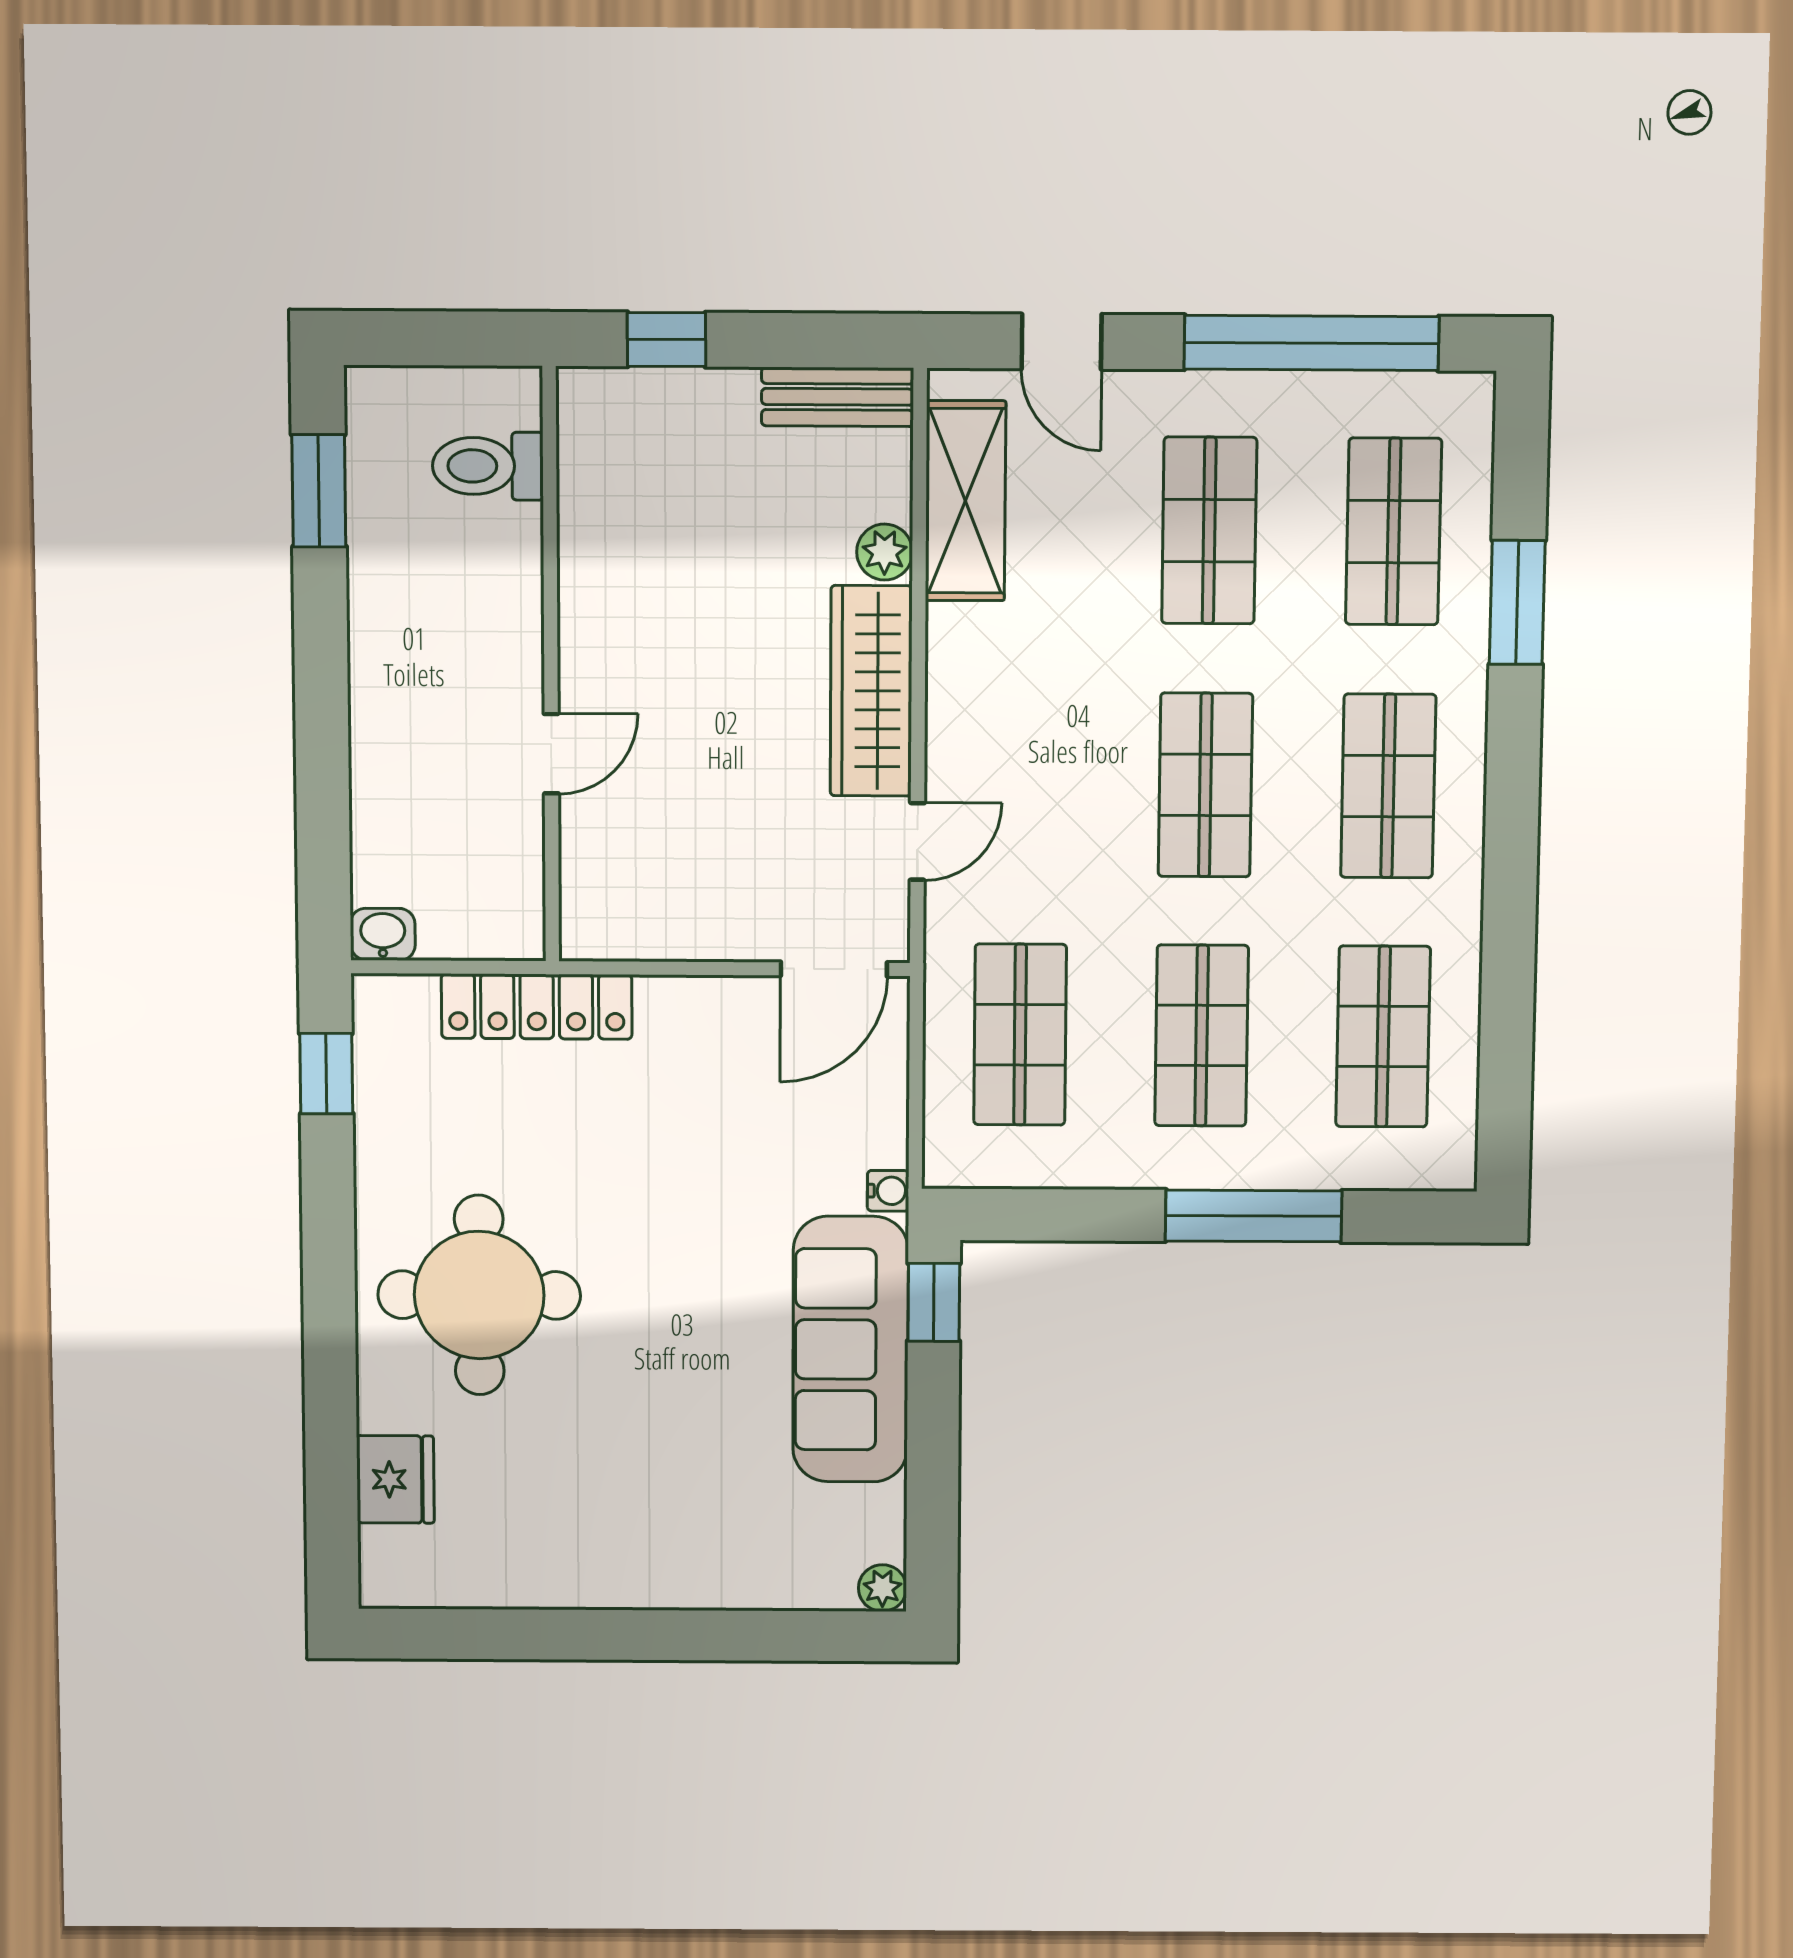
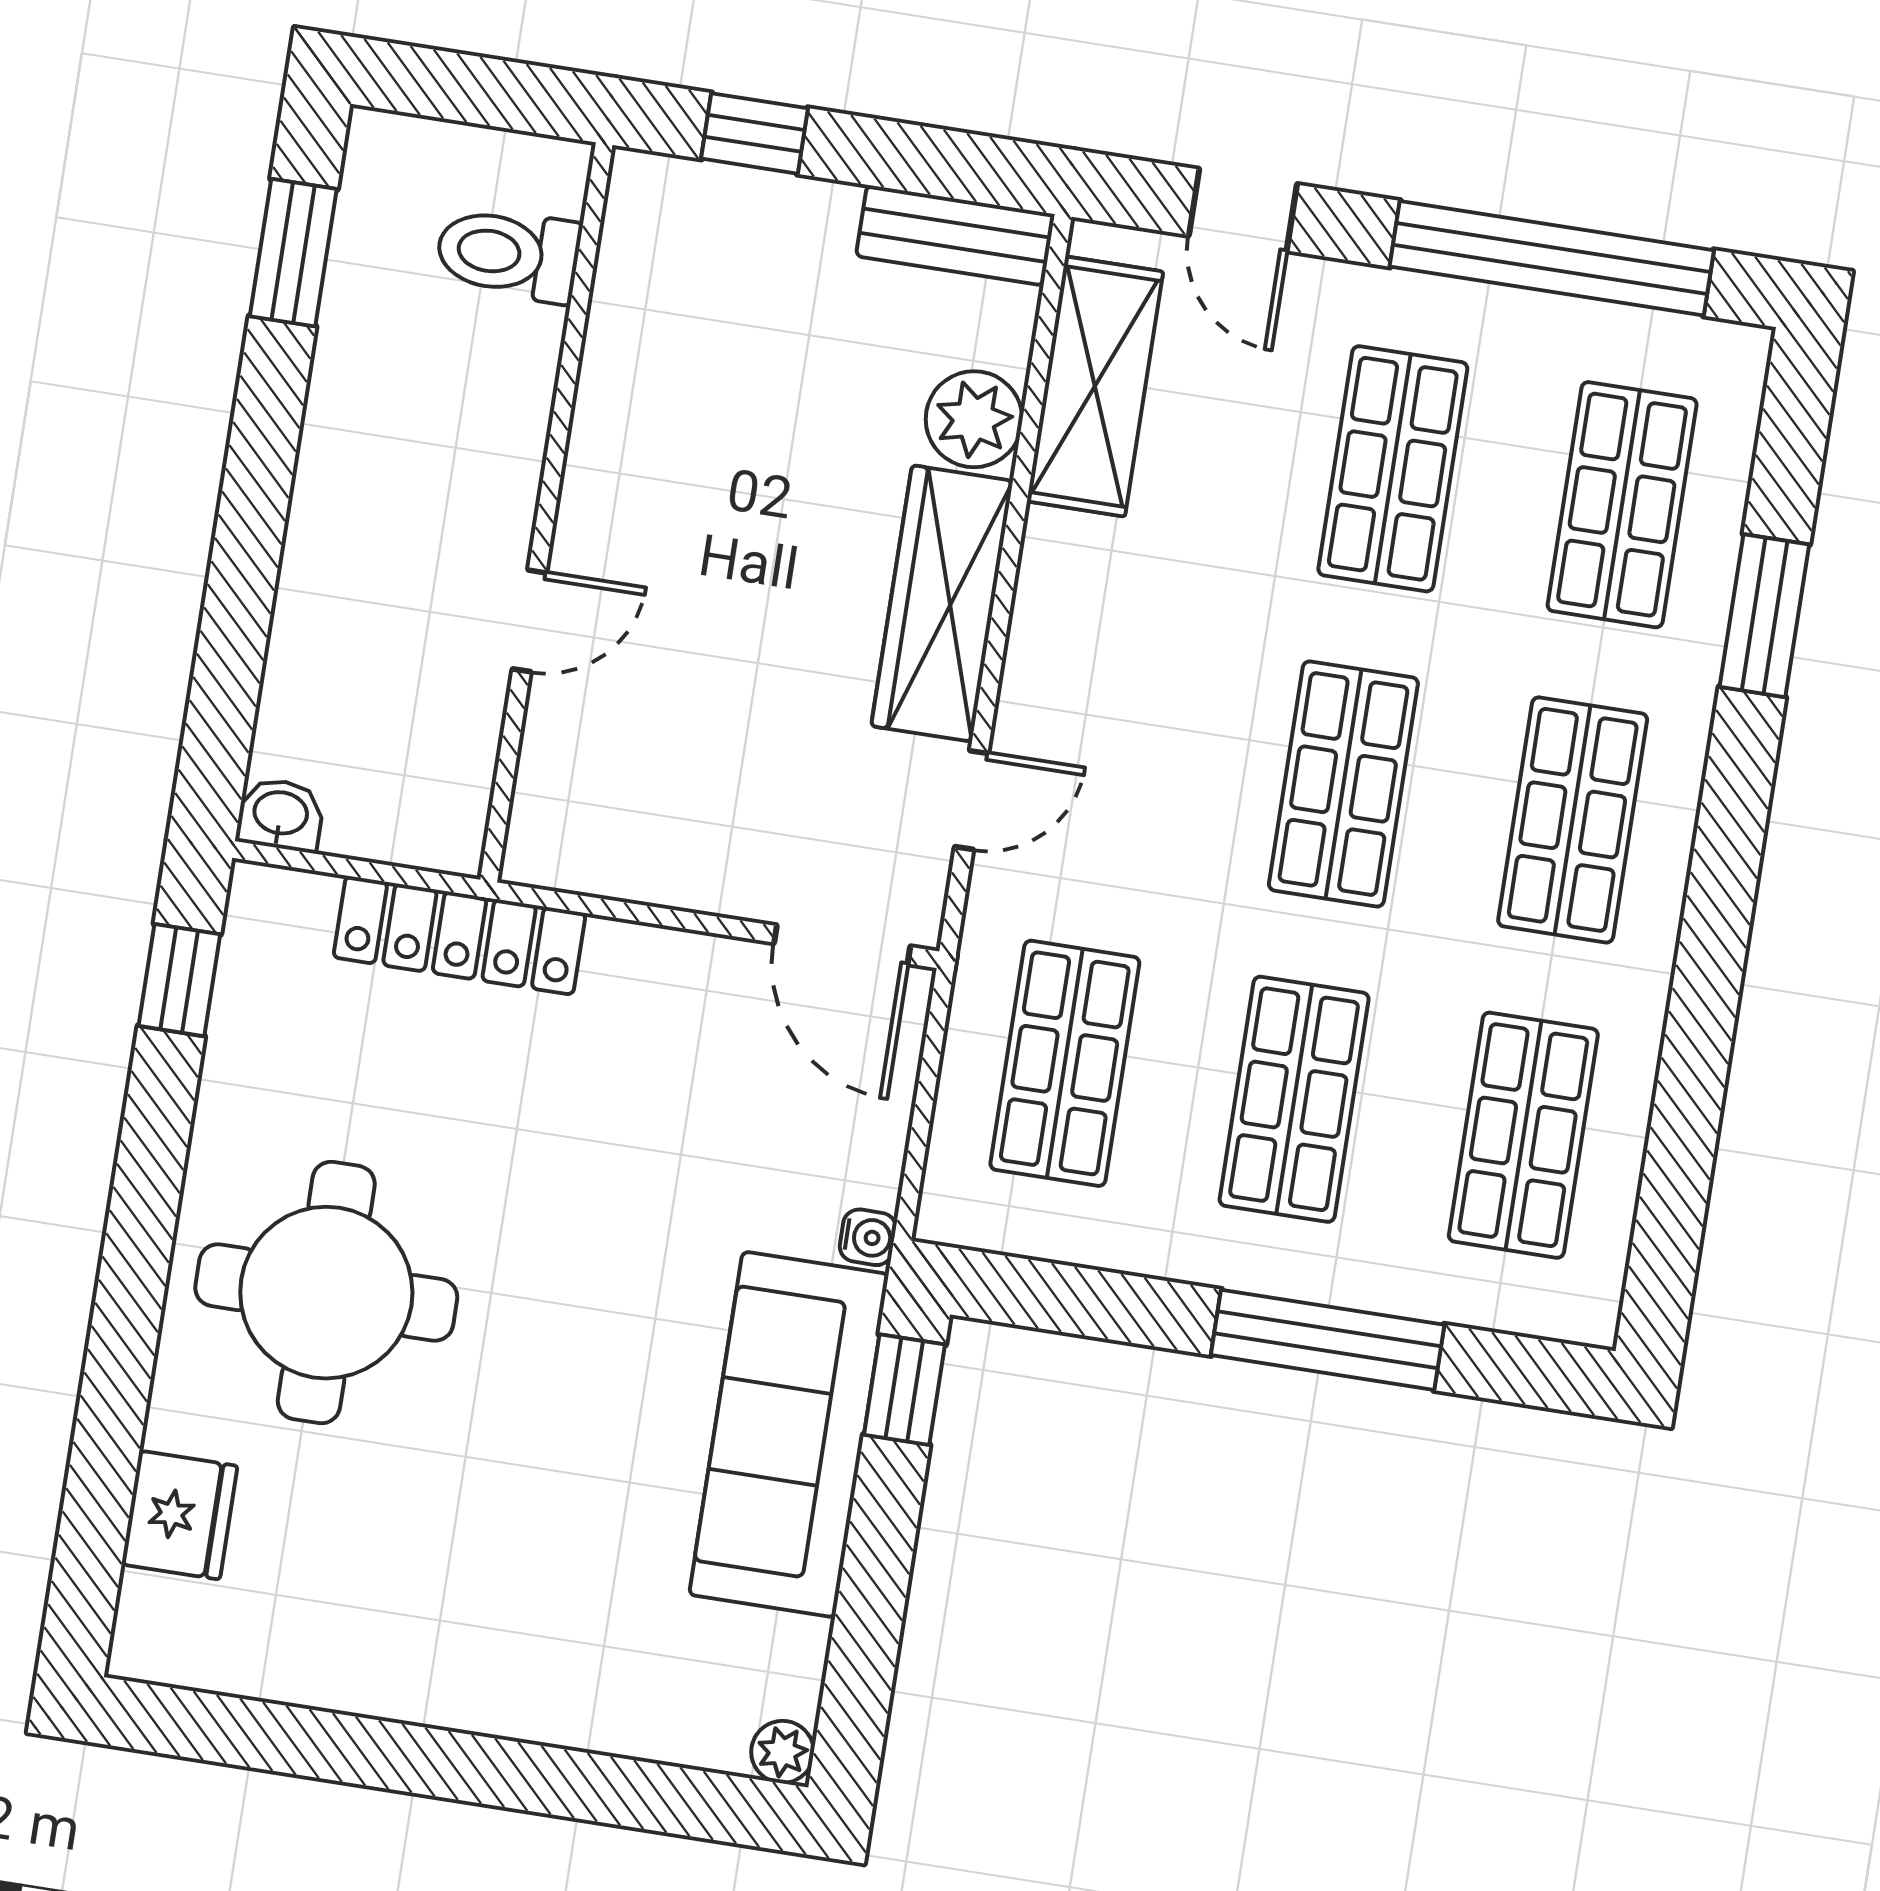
plant: (885, 552) -> (974, 419), width x1.38, depth x1.38
door: (834, 969) -> (842, 945), hinge flipped

